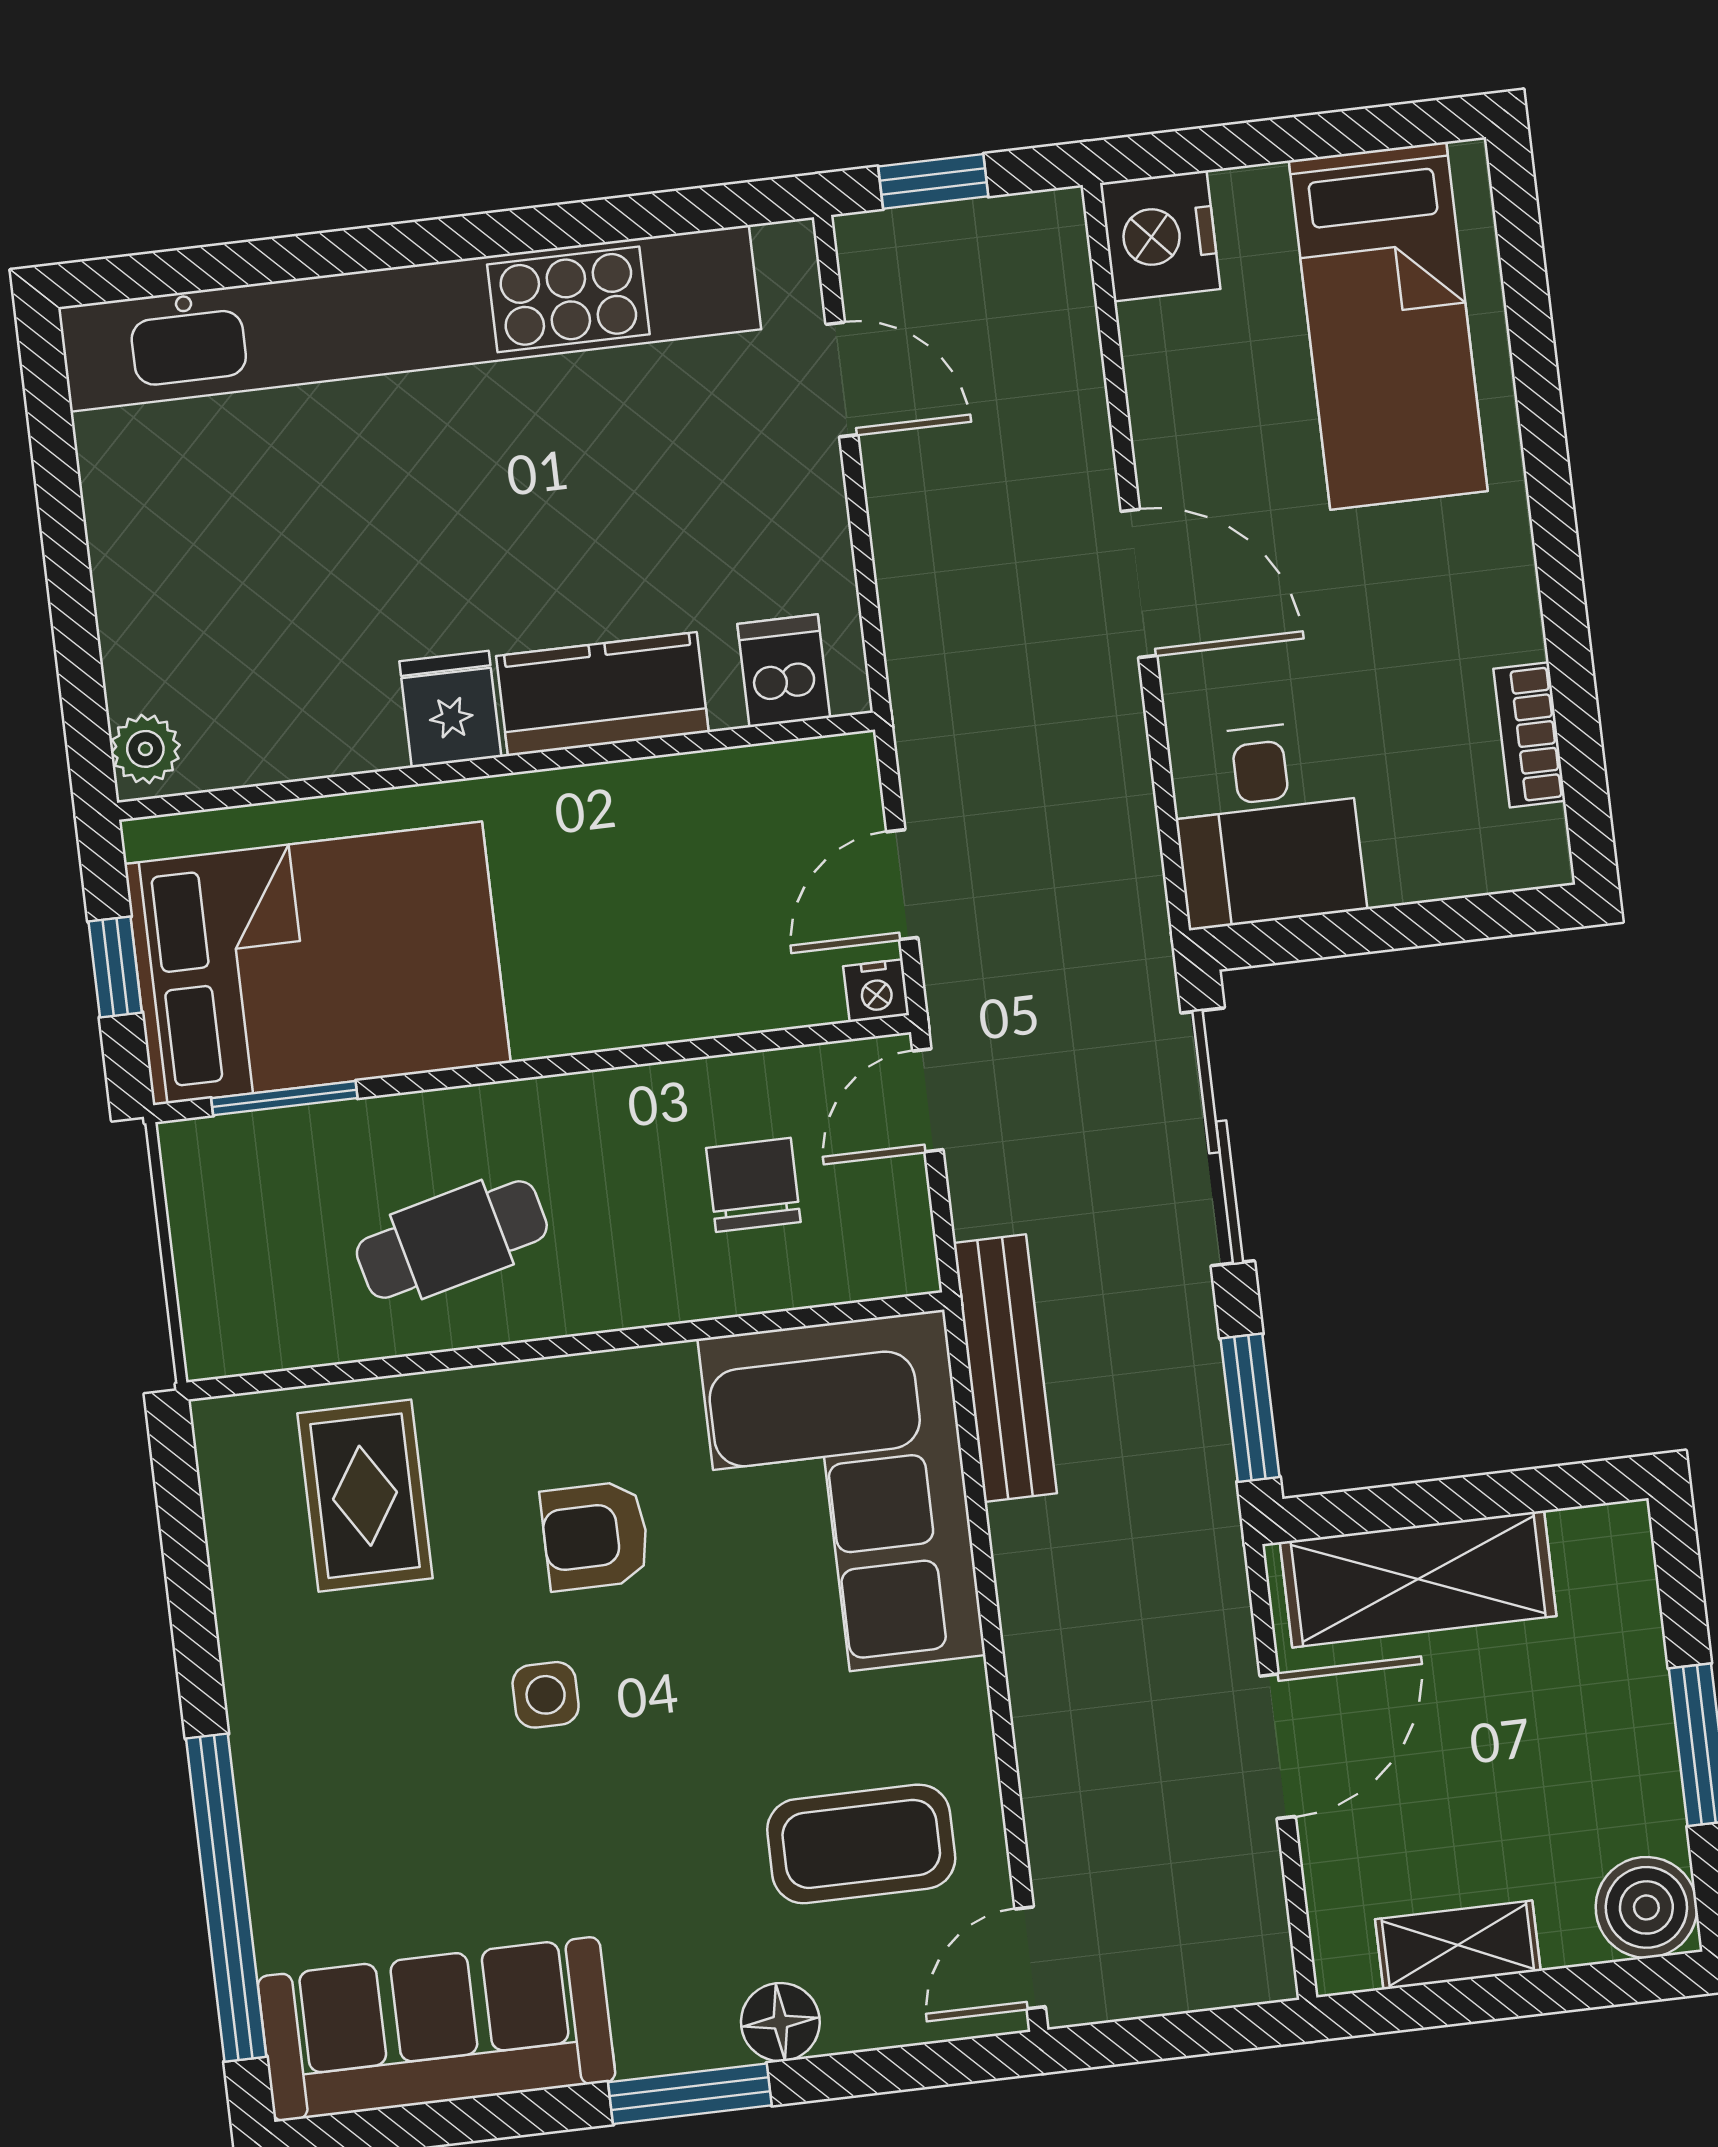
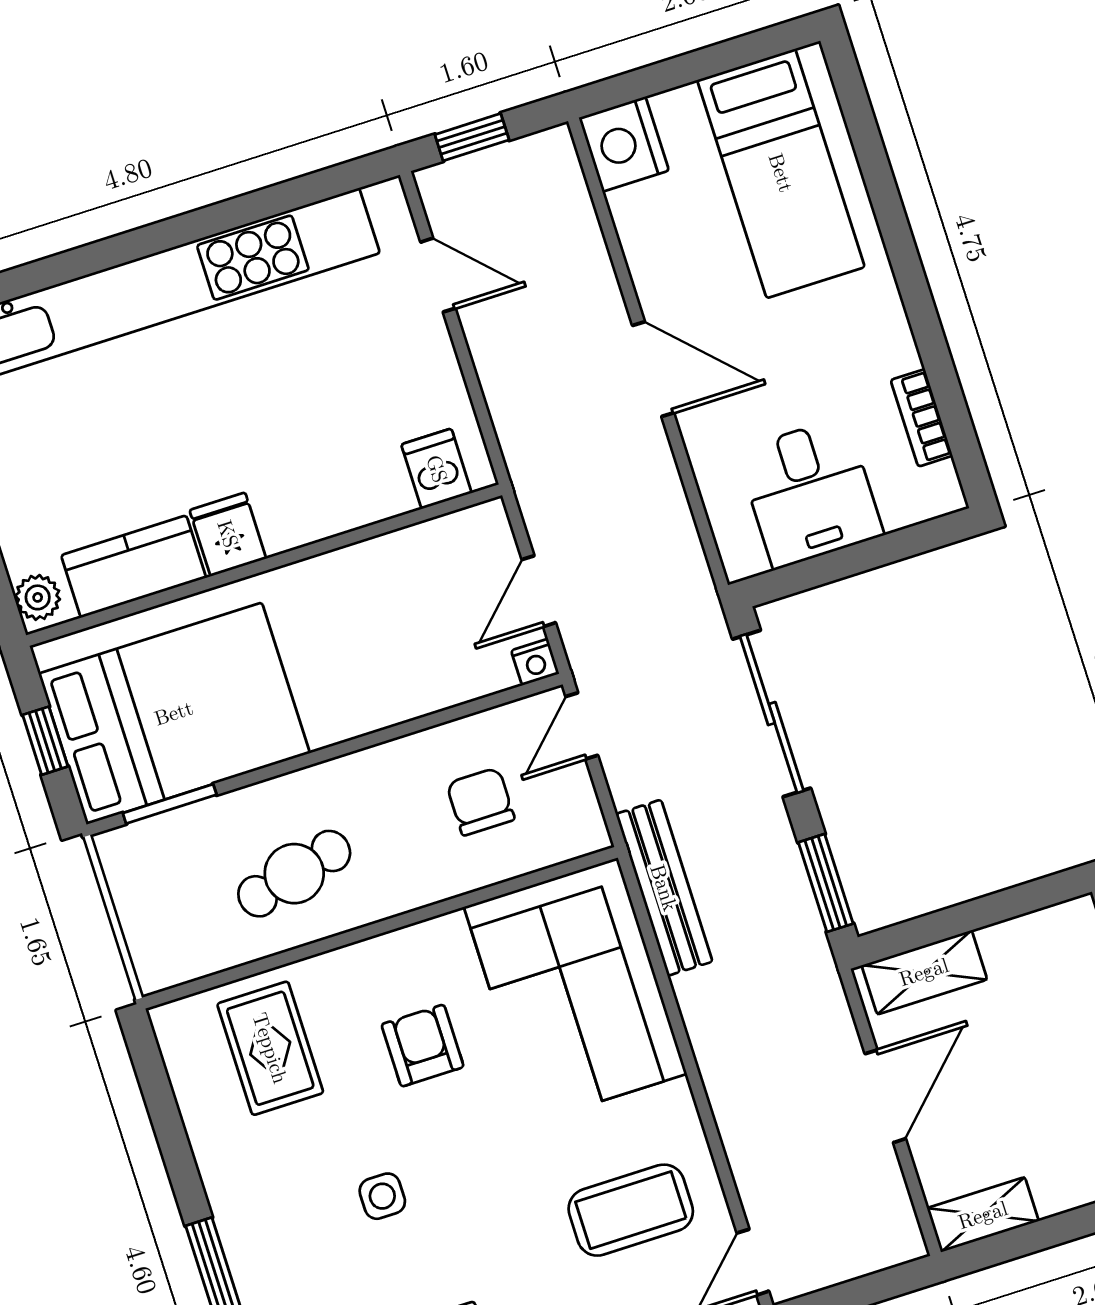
kitchen counter: (602, 694) -> (134, 567), moved
desk: (1267, 824) -> (810, 493), moved
armchair: (595, 1536) -> (423, 1046), turned 90
shelving: (1418, 1579) -> (924, 972), width x0.67, depth x0.75
side table: (546, 1695) -> (382, 1196), moved
shelving: (1458, 1945) -> (983, 1215), moved

